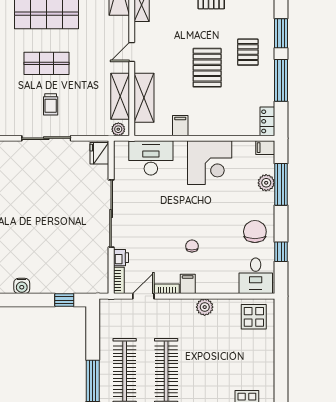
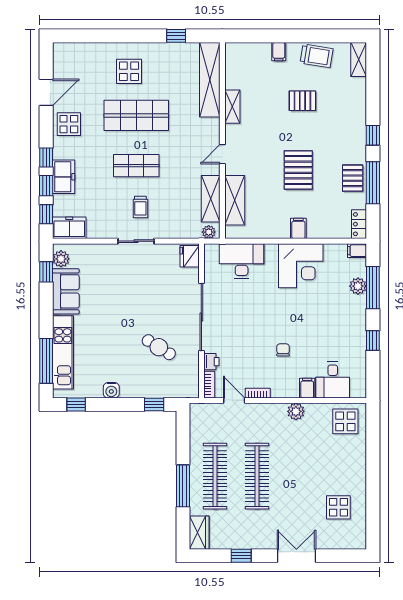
window: (281, 33) -> (373, 135), width x0.67
pallet: (248, 52) -> (353, 178), moved
filing cabinet: (180, 126) -> (298, 228), moved
sliding door: (46, 138) -> (136, 241), width x0.73
chair: (255, 232) -> (347, 335), removed
cafe table: (69, 243) -> (159, 347), added
window: (281, 252) -> (373, 341), moved
desk: (256, 276) -> (333, 380), moved
filing cabinet: (188, 284) -> (307, 388), moved
door: (143, 296) -> (234, 400), hinge flipped

